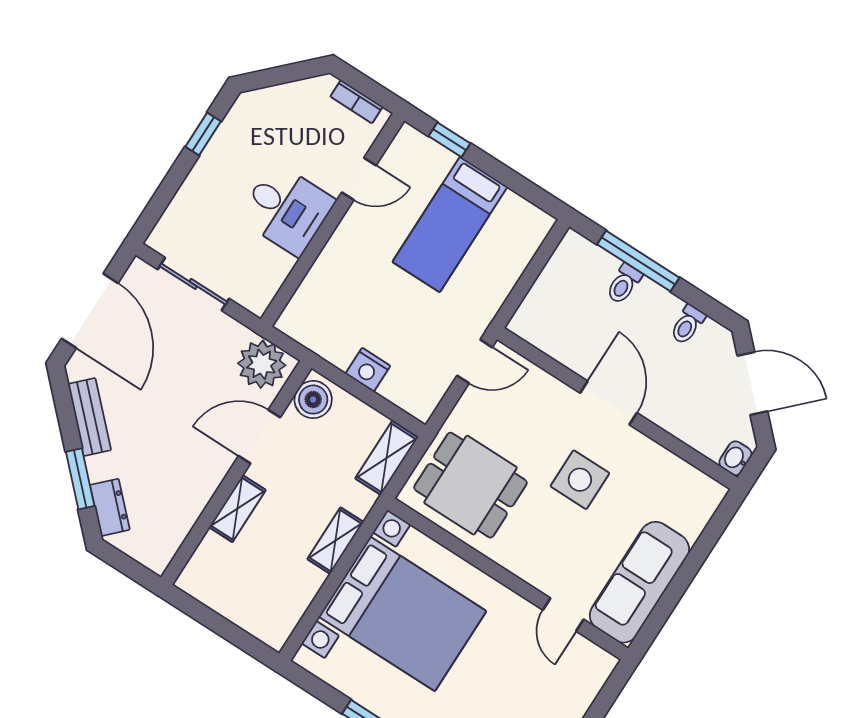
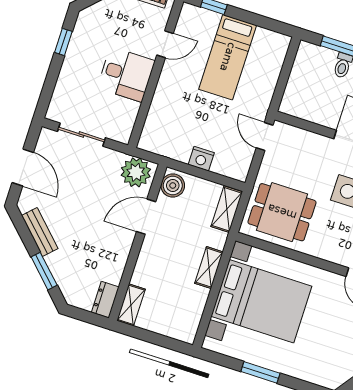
door: (90, 311) -> (23, 167), width x0.73
door: (475, 361) -> (265, 136), swing flipped
dresser: (110, 507) -> (105, 300), moved, turned -135
shelving: (237, 509) -> (131, 305), moved

